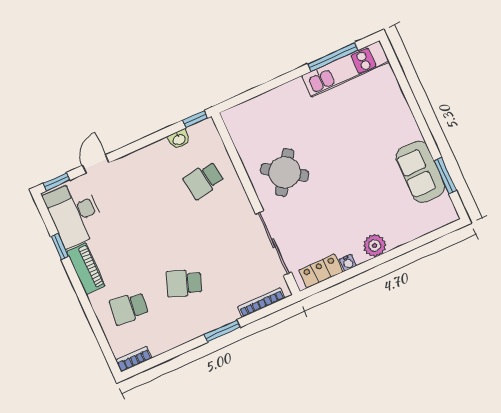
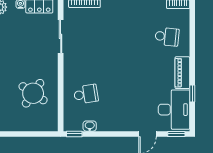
round table: (285, 172) -> (33, 93), moved
sliding door: (274, 243) -> (61, 36), width x0.73
school desk: (184, 283) -> (126, 37), removed

